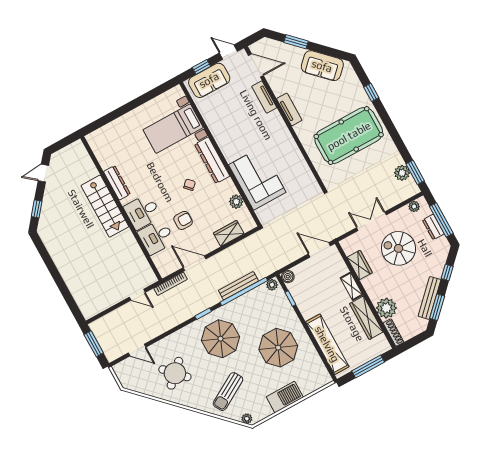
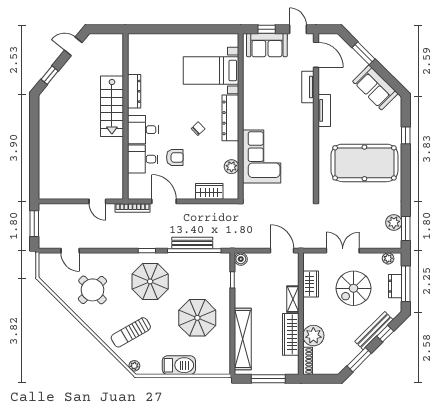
spiral stairs: (398, 248) -> (354, 288), turned -90
plant: (272, 285) -> (223, 258), removed
bench: (430, 298) -> (374, 331), moved

